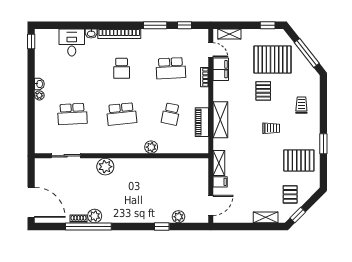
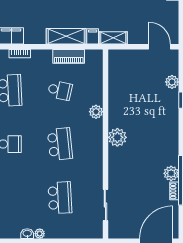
plant: (105, 167) -> (117, 137), moved
filing cabinet: (220, 182) -> (93, 36), moved

